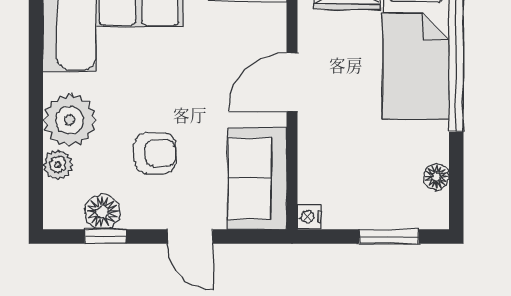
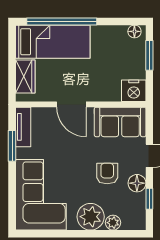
floor lamp: (436, 177) -> (134, 31), moved
floor lamp: (102, 212) -> (137, 183), moved
nightstand: (309, 217) -> (134, 91), width x1.89, depth x1.79

